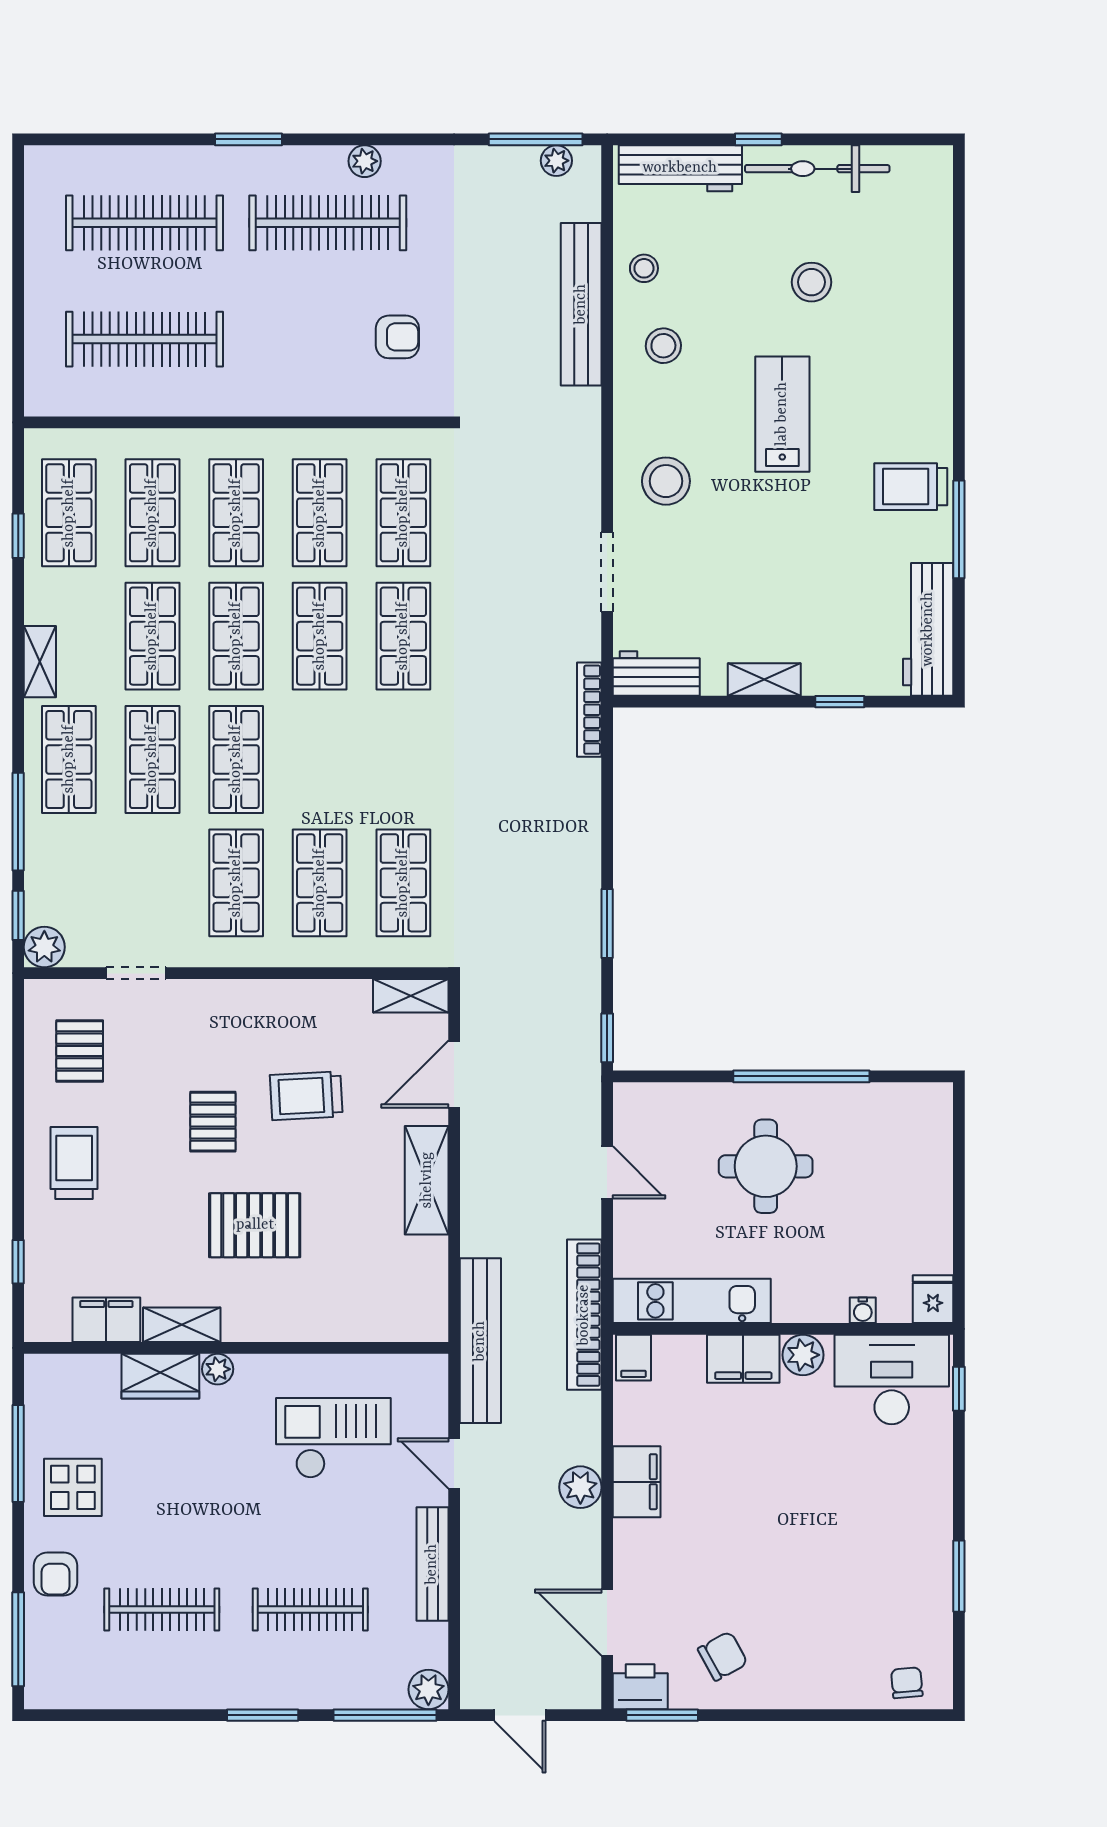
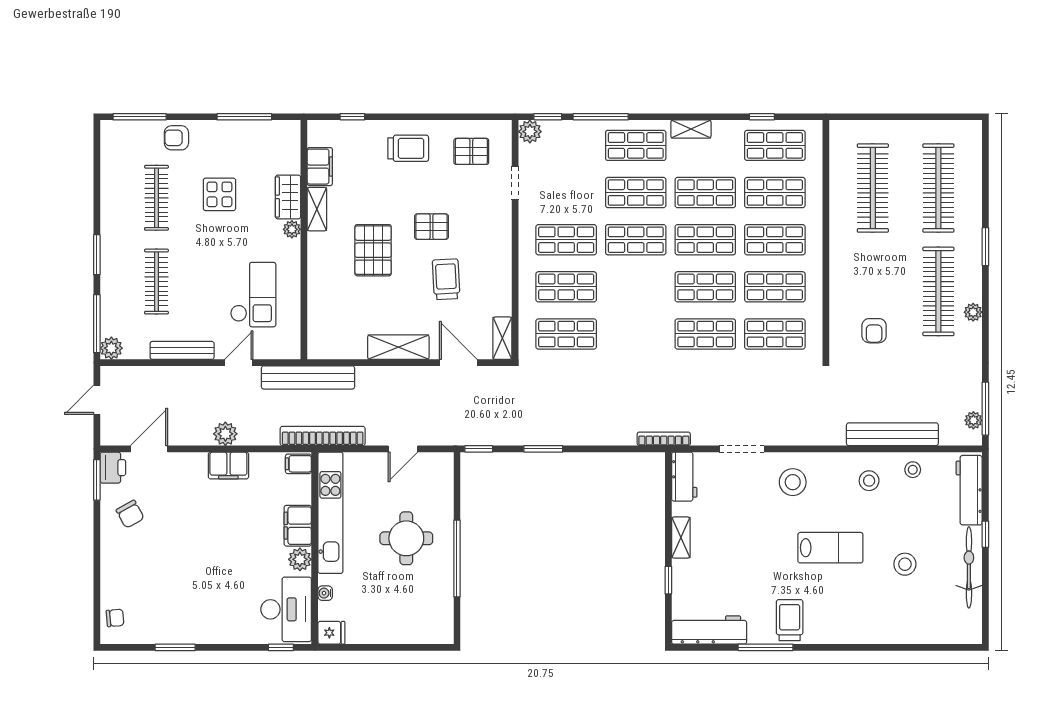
kitchen unit: (692, 1301) -> (330, 513), width x1.36
display table: (73, 1487) -> (219, 194), moved

